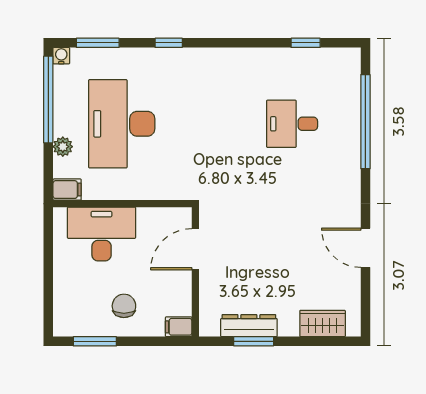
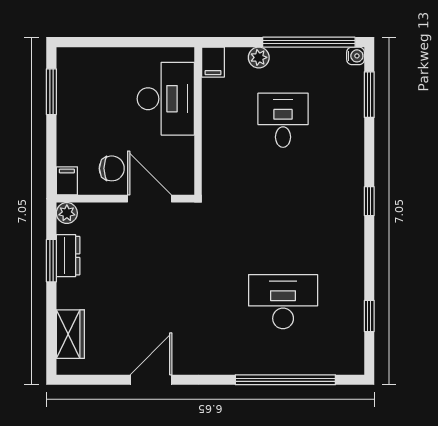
window: (169, 43) -> (369, 201), moved
desk: (122, 124) -> (283, 120), width x0.53, depth x0.77
desk: (292, 124) -> (283, 302), width x1.37
chair: (124, 306) -> (112, 168), moved
dresser: (249, 326) -> (68, 256), width x0.70
plant: (209, 327) -> (67, 213), added

